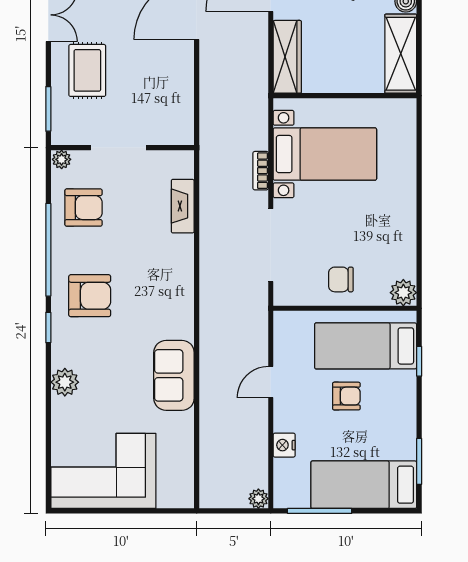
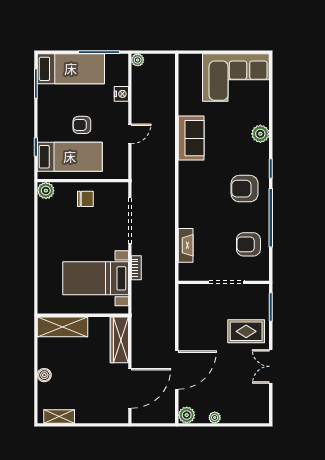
shelving: (401, 54) -> (62, 327), moved, turned 90
rug: (87, 70) -> (246, 331), turned 90
plant: (62, 159) -> (262, 275), removed

